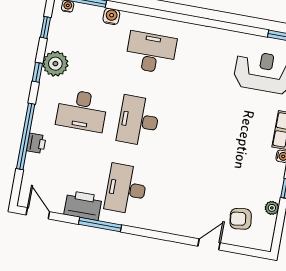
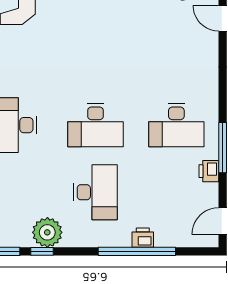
window: (37, 72) -> (42, 251), moved
printer: (83, 205) -> (209, 171), width x0.53, depth x0.68

